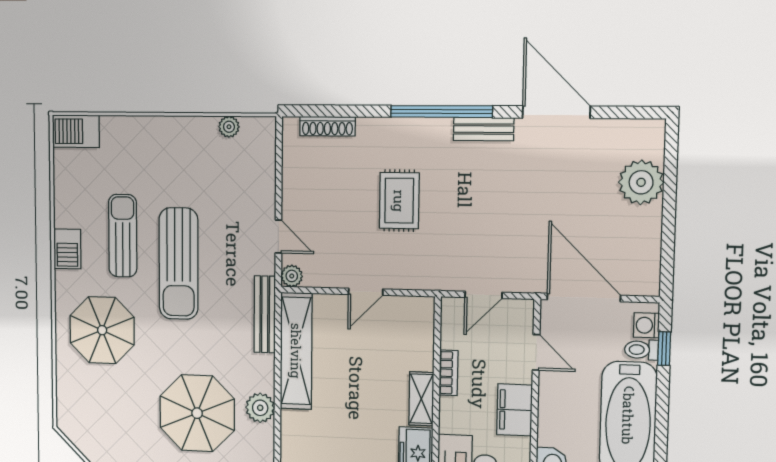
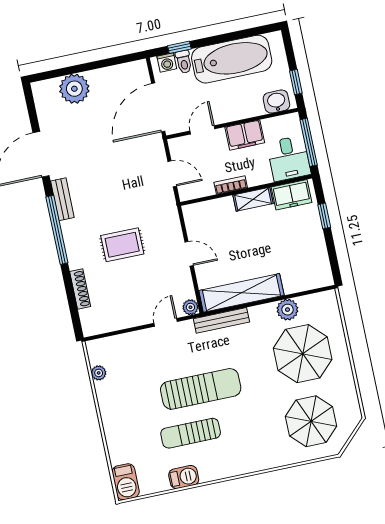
shoe rack: (327, 126) -> (80, 289), moved
barbecue: (67, 249) -> (184, 477), moved
parasol: (102, 330) -> (311, 421), moved

